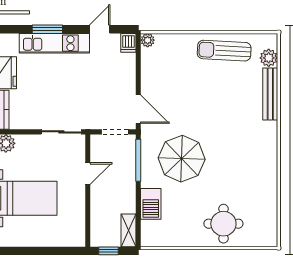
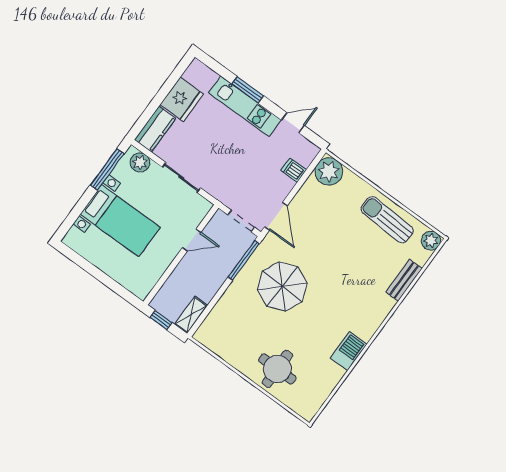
plant: (148, 40) -> (329, 171), width x1.88, depth x1.88
dishwasher: (128, 43) -> (294, 170), moved, turned 90
plant: (269, 58) -> (431, 241), moved
bench: (270, 94) -> (404, 280), width x0.73
sliding door: (61, 132) -> (181, 177), moved
barbecue: (151, 204) -> (349, 351), moved, turned 180

